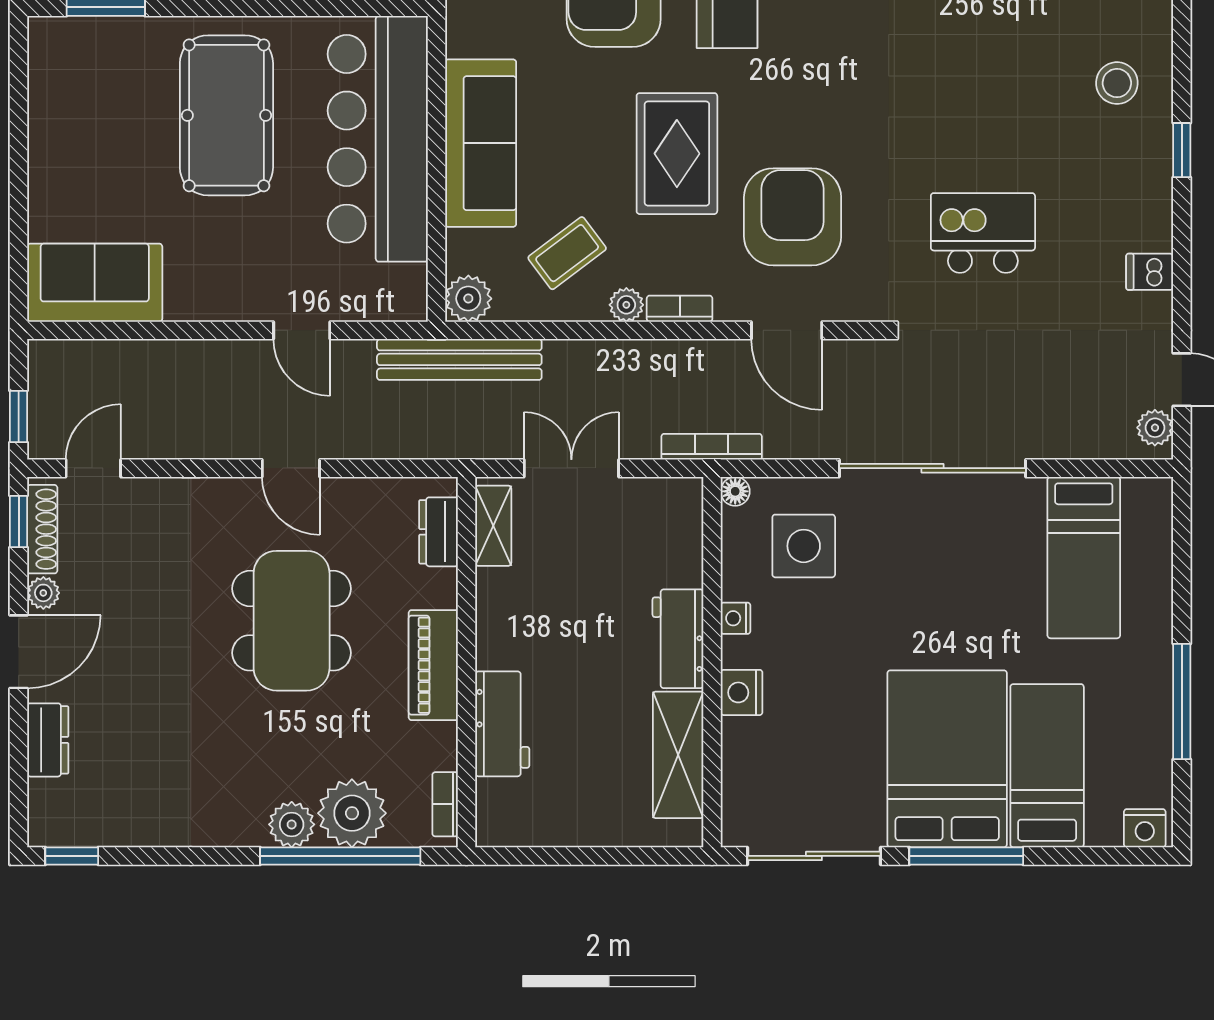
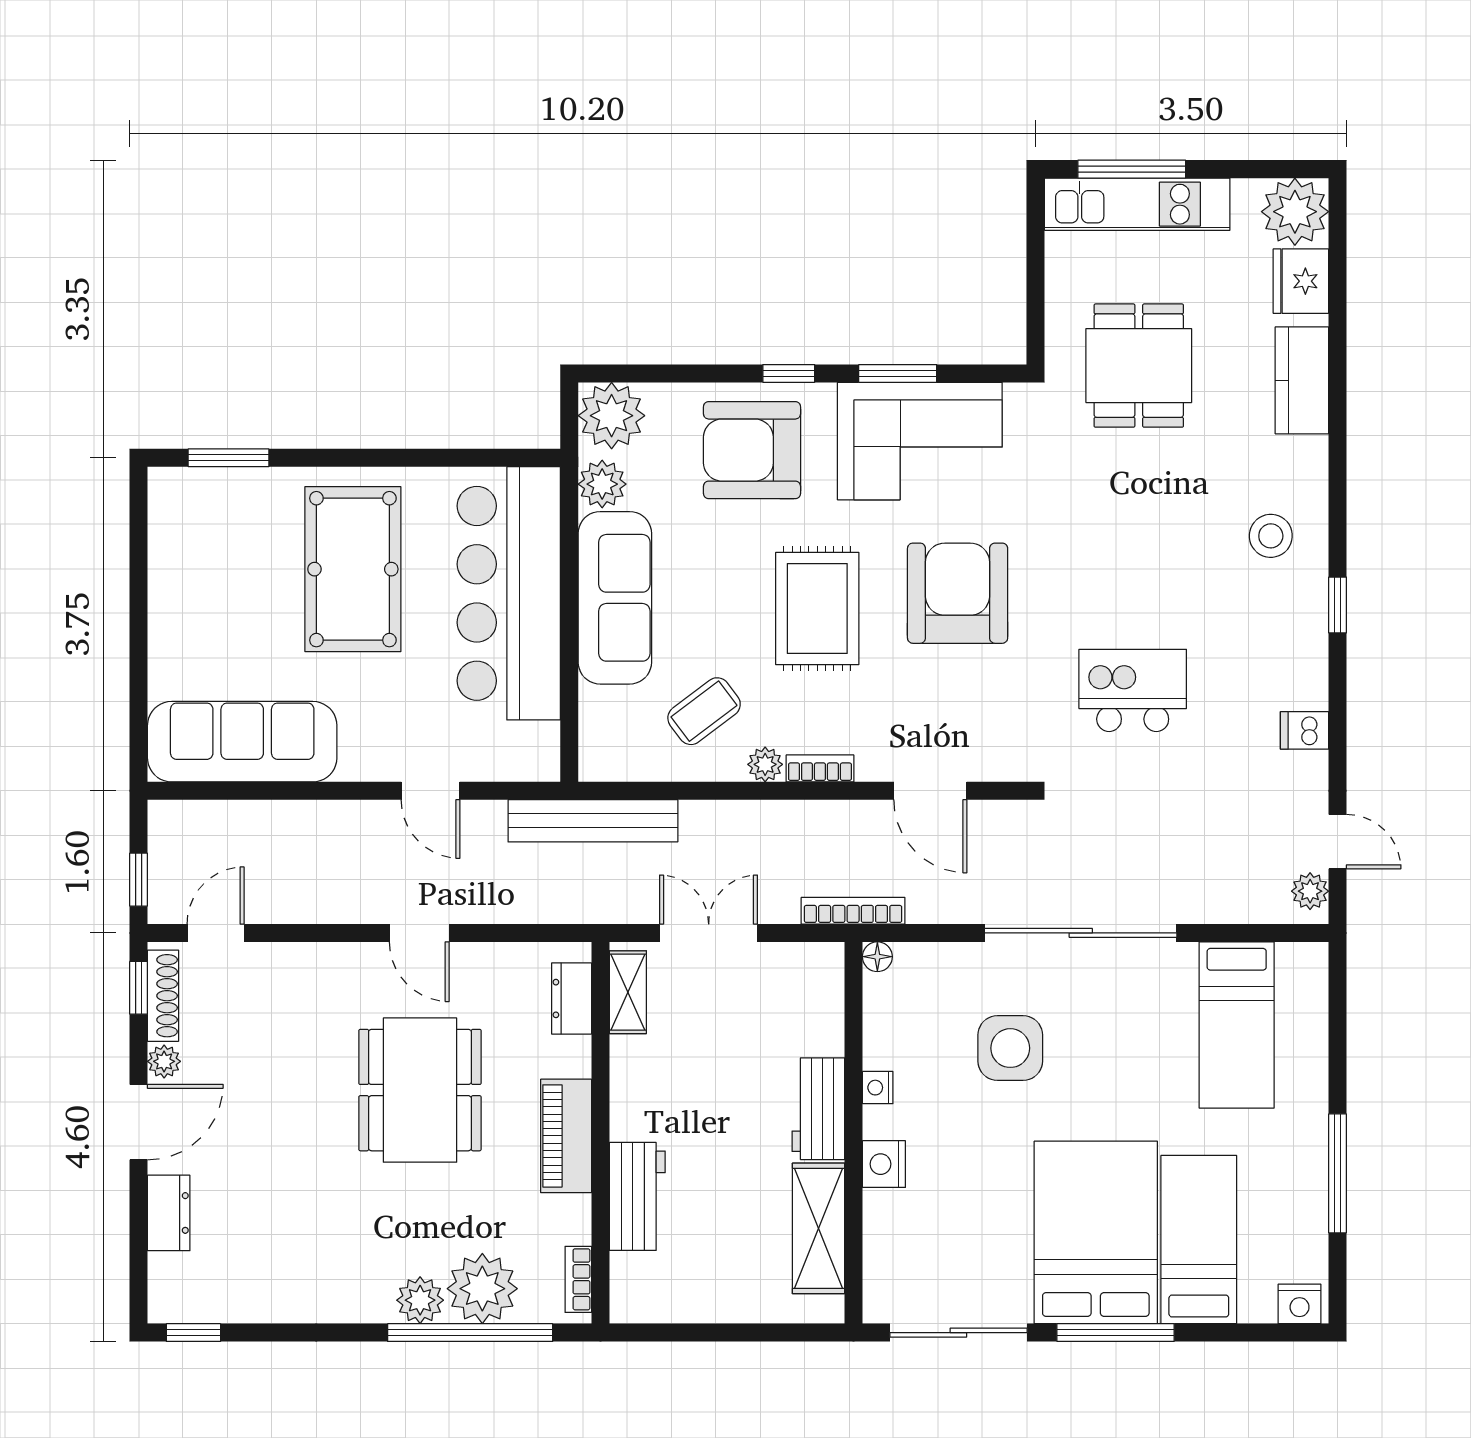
armchair: (793, 217) -> (958, 593), moved
sofa: (95, 283) -> (242, 742), width x1.36
plant: (468, 299) -> (602, 484), moved
side table: (804, 546) -> (1010, 1048), moved

